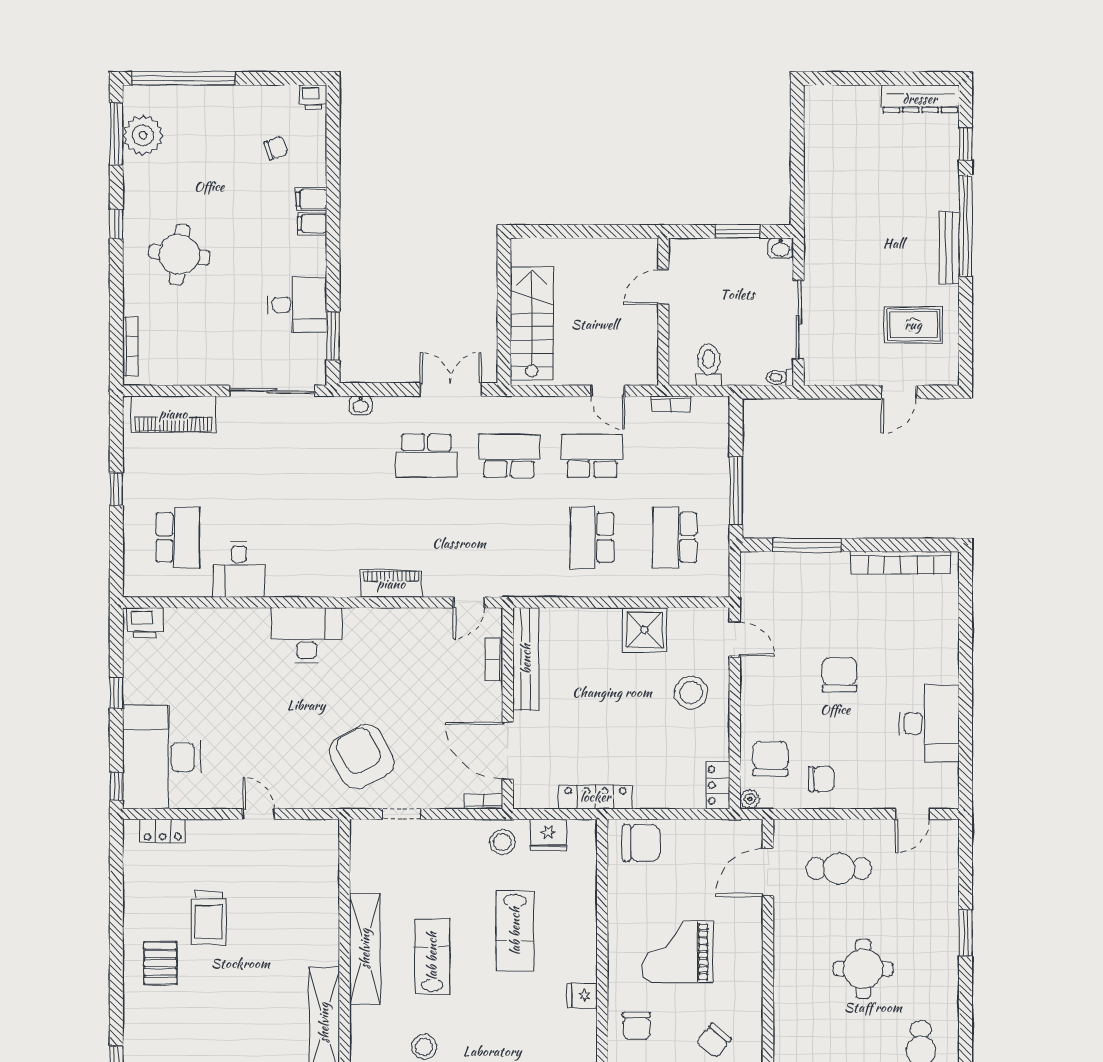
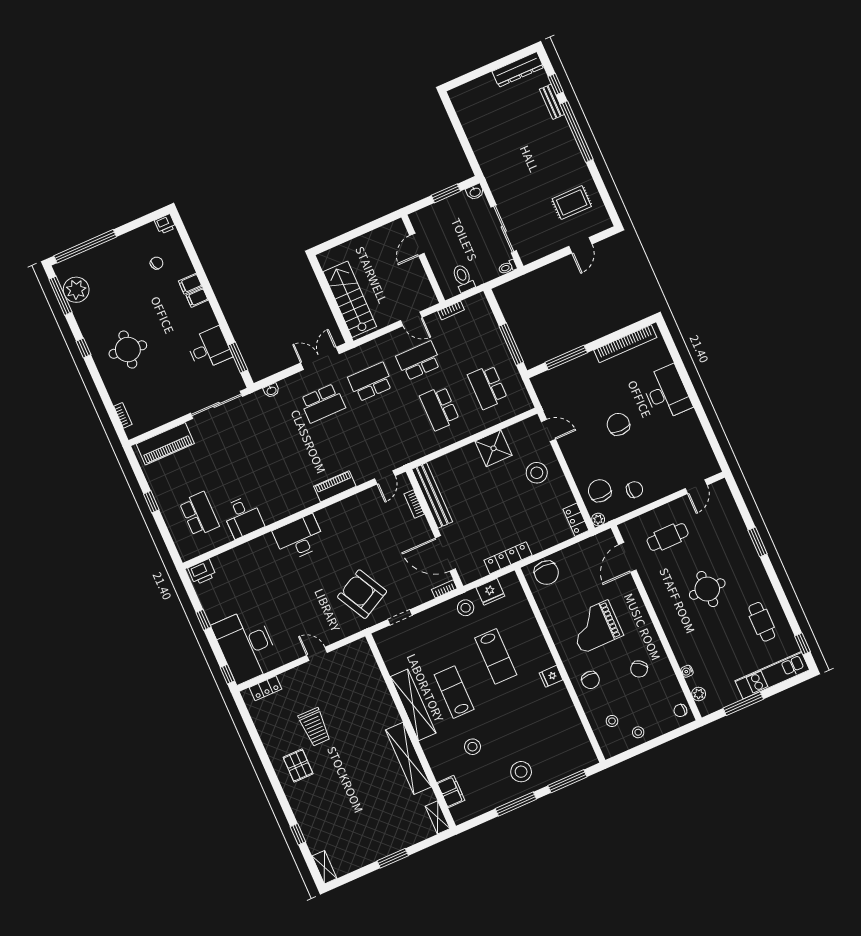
bench: (949, 248) -> (552, 102), moved, width x0.73
bookcase: (130, 346) -> (123, 415), width x0.64
desk: (929, 724) -> (666, 393), moved
chair: (641, 843) -> (546, 573), turned 90

